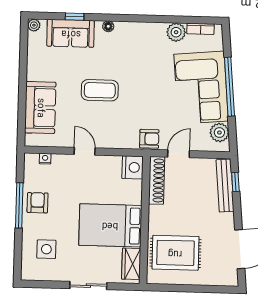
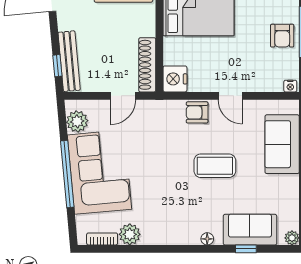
armchair: (149, 139) -> (197, 112), moved
nightstand: (45, 159) -> (290, 86), moved

